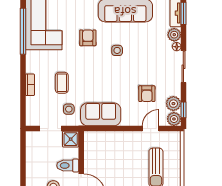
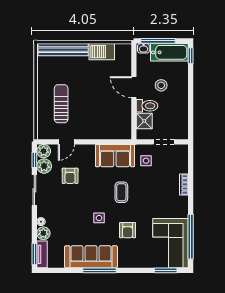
sliding door: (183, 67) -> (34, 190), moved
coffee table: (62, 83) -> (121, 192), moved
armchair: (147, 94) -> (70, 176), turned 180
shower: (71, 139) -> (144, 121), moved

